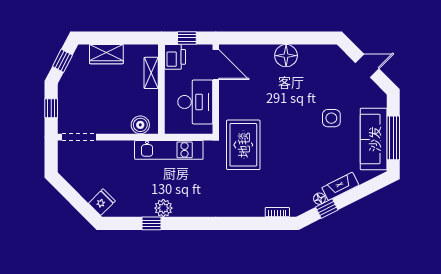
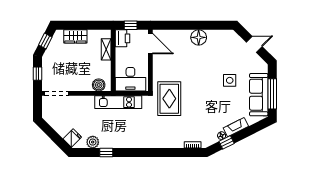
desk: (195, 102) -> (130, 79), moved, turned 90
plant: (163, 208) -> (93, 142), moved

